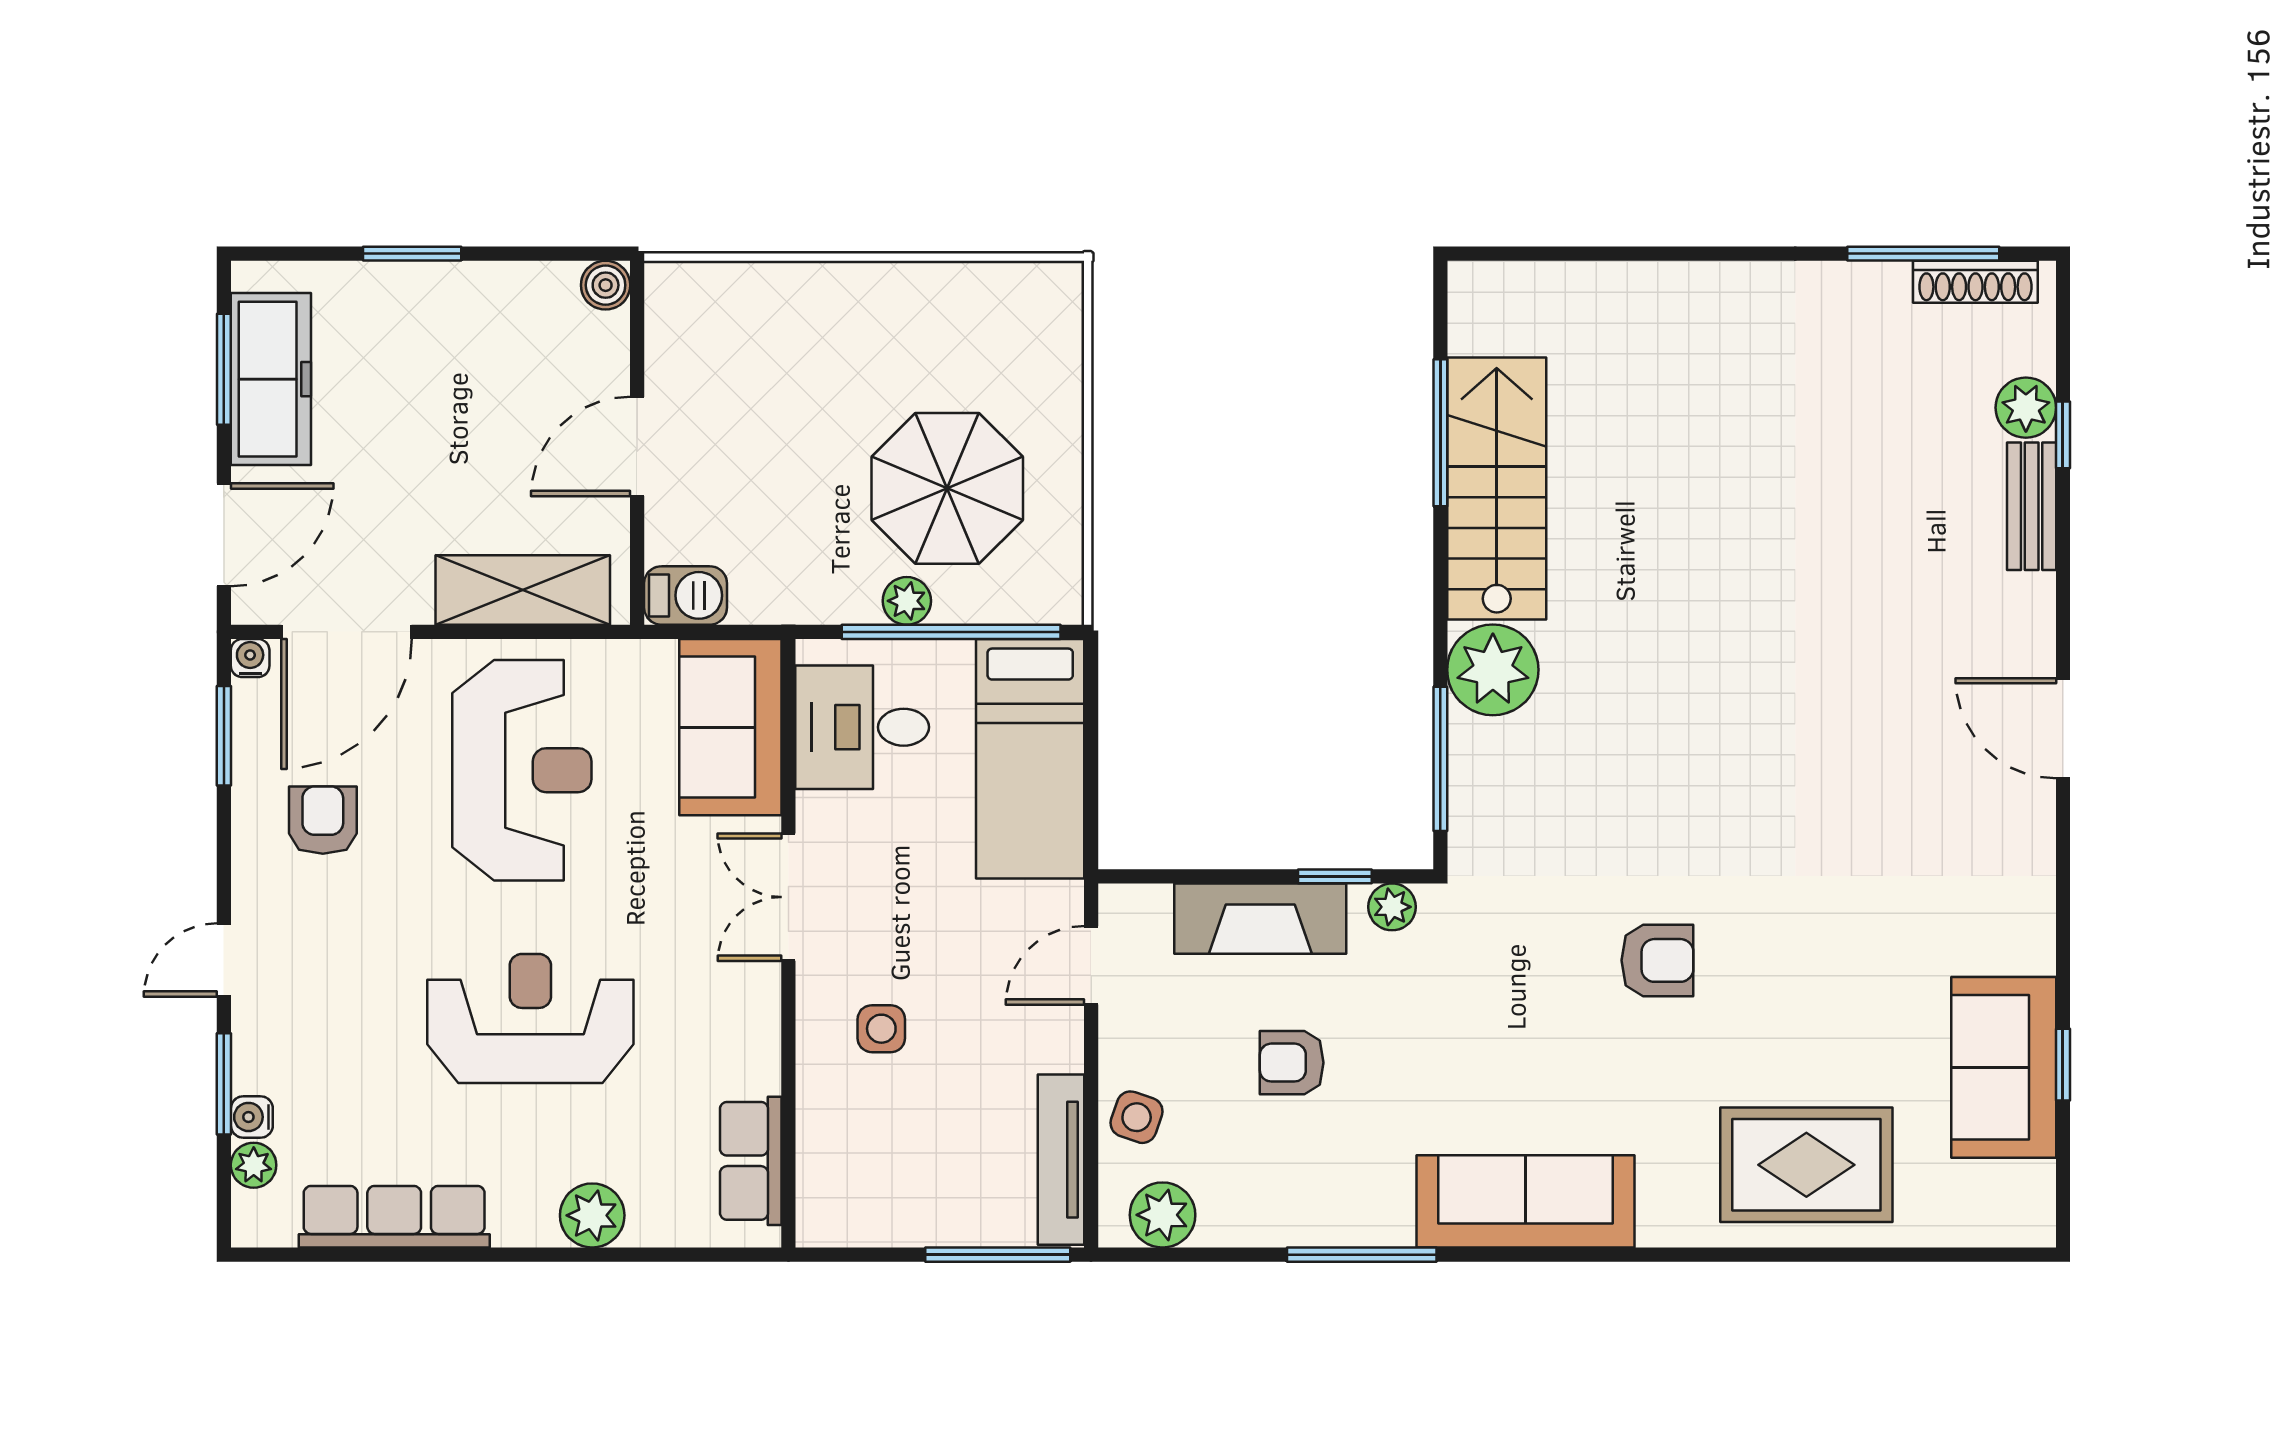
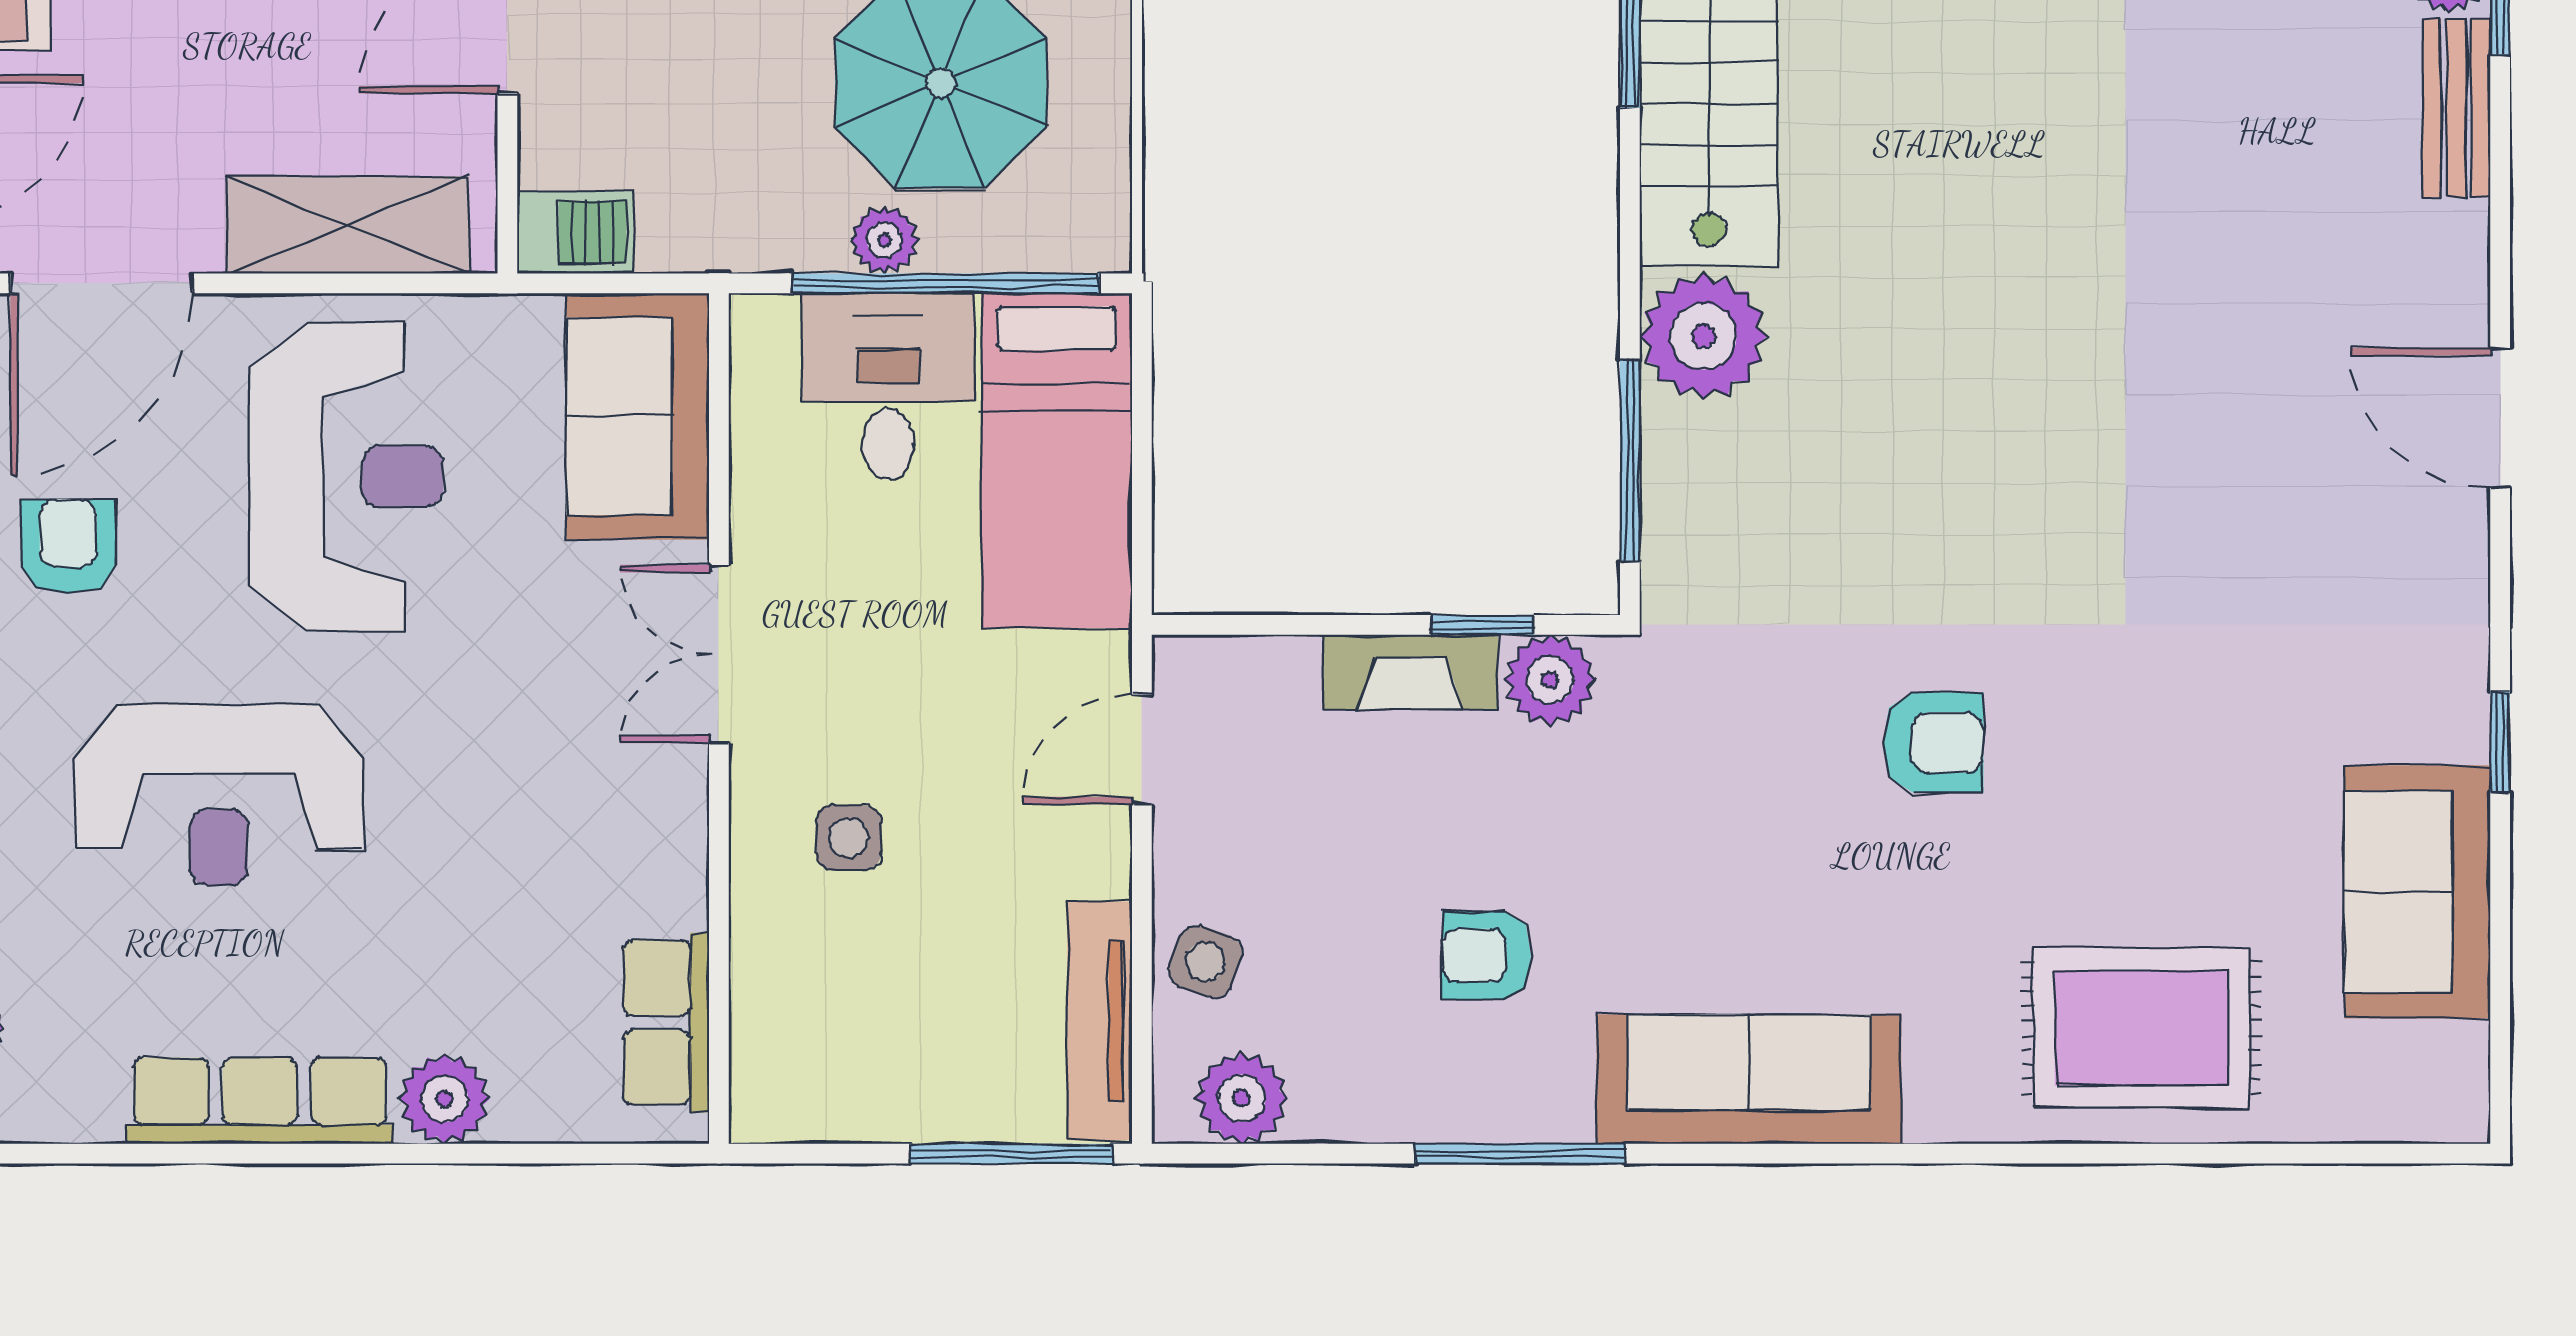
desk: (862, 727) -> (888, 386), moved, turned 90
plant: (1392, 907) -> (1550, 680), width x1.38, depth x1.38
fireplace: (1260, 919) -> (1411, 672), width x0.73, depth x0.76
reception desk: (530, 1018) -> (219, 795), moved, turned 180
armchair: (1292, 1063) -> (1486, 955), moved
window: (2063, 1065) -> (2500, 742), moved
row of seats: (394, 1217) -> (260, 1101), moved

